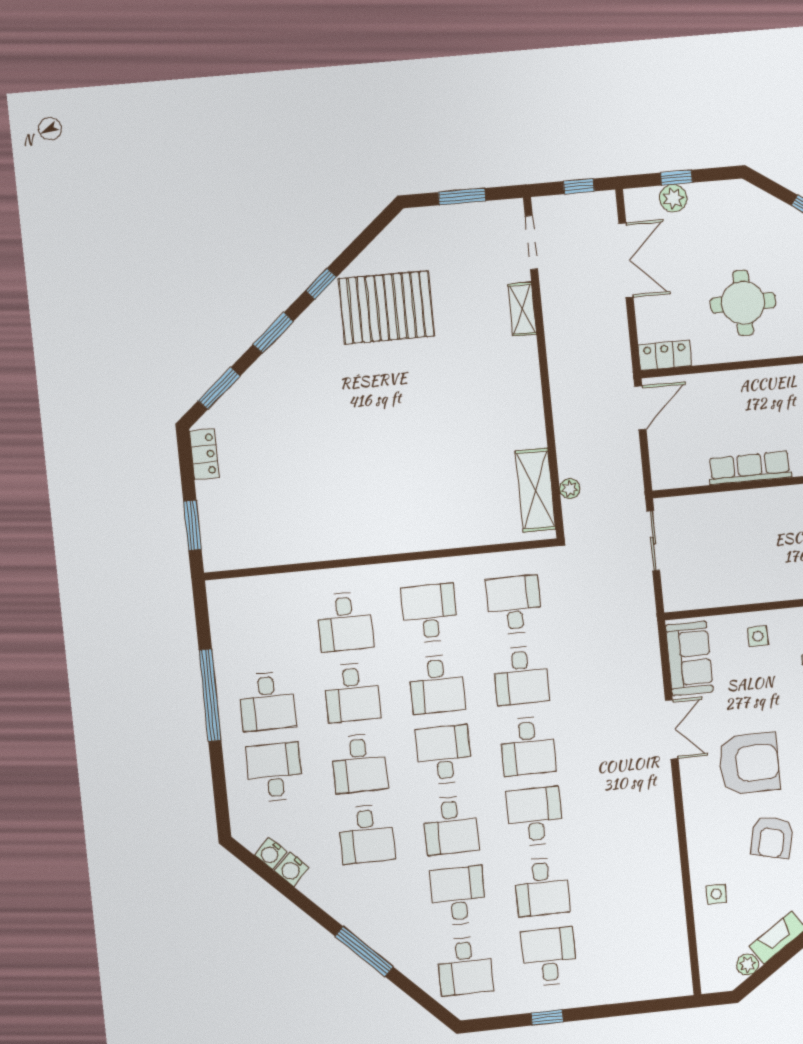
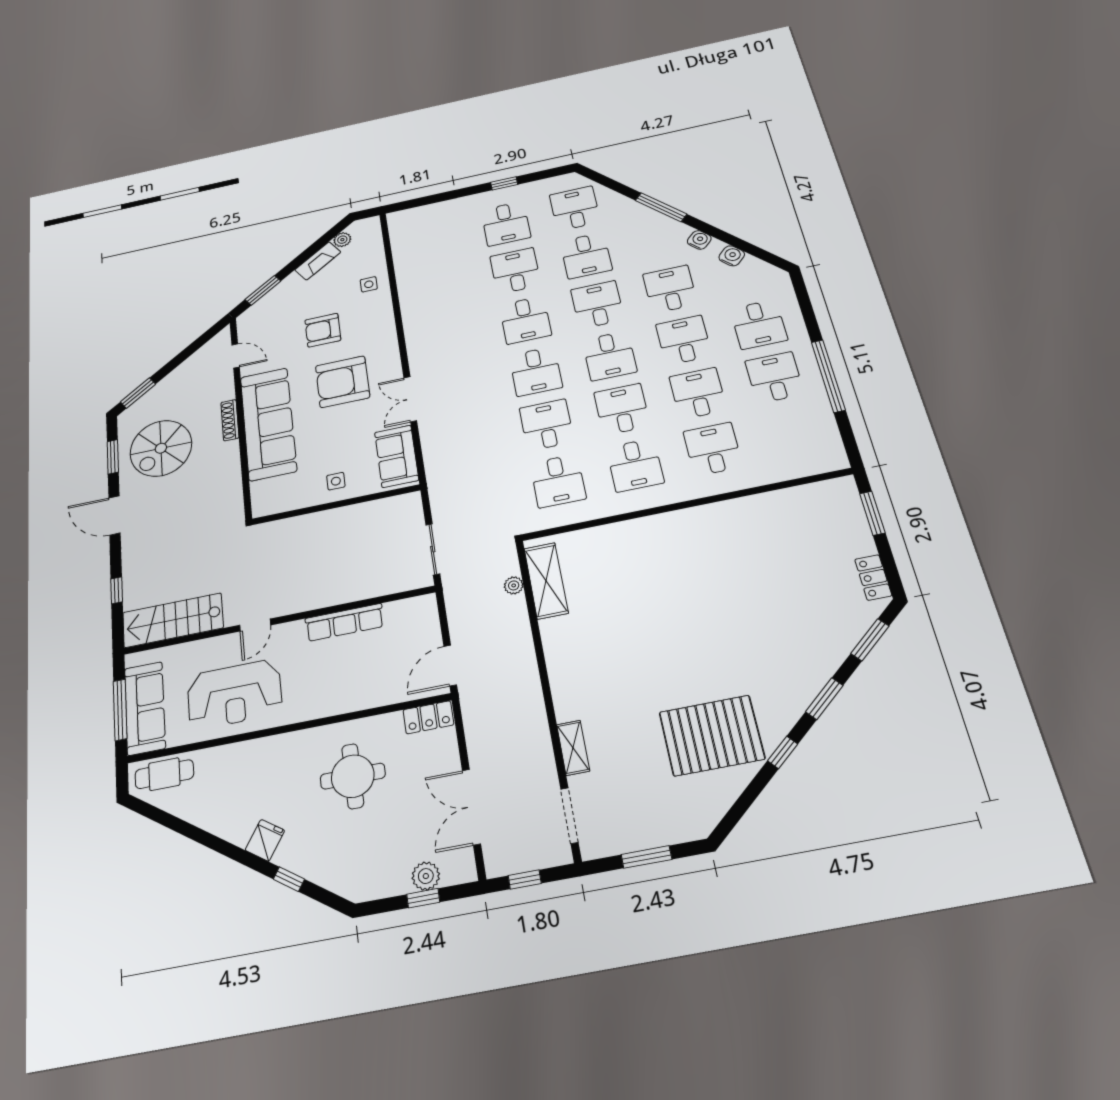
desk: (528, 746) -> (536, 371), turned 180
armchair: (772, 837) -> (323, 330), turned -103
water cooler: (271, 853) -> (699, 240), moved

